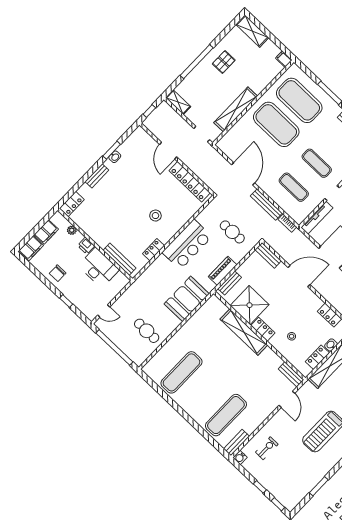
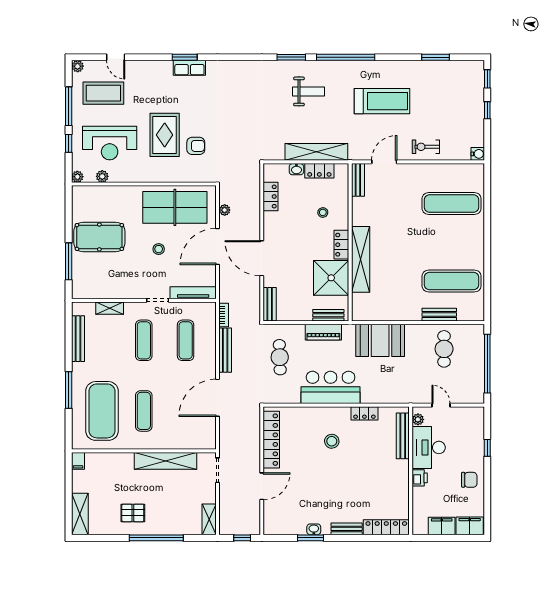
exercise mat: (276, 124) -> (144, 411), width x0.50, depth x0.69
locker: (72, 204) -> (386, 527), width x1.53
plant: (72, 230) -> (418, 419), moved
door: (104, 311) -> (441, 405), moved
bench: (237, 443) -> (439, 315), moved
exercise bike: (267, 448) -> (426, 147), moved

